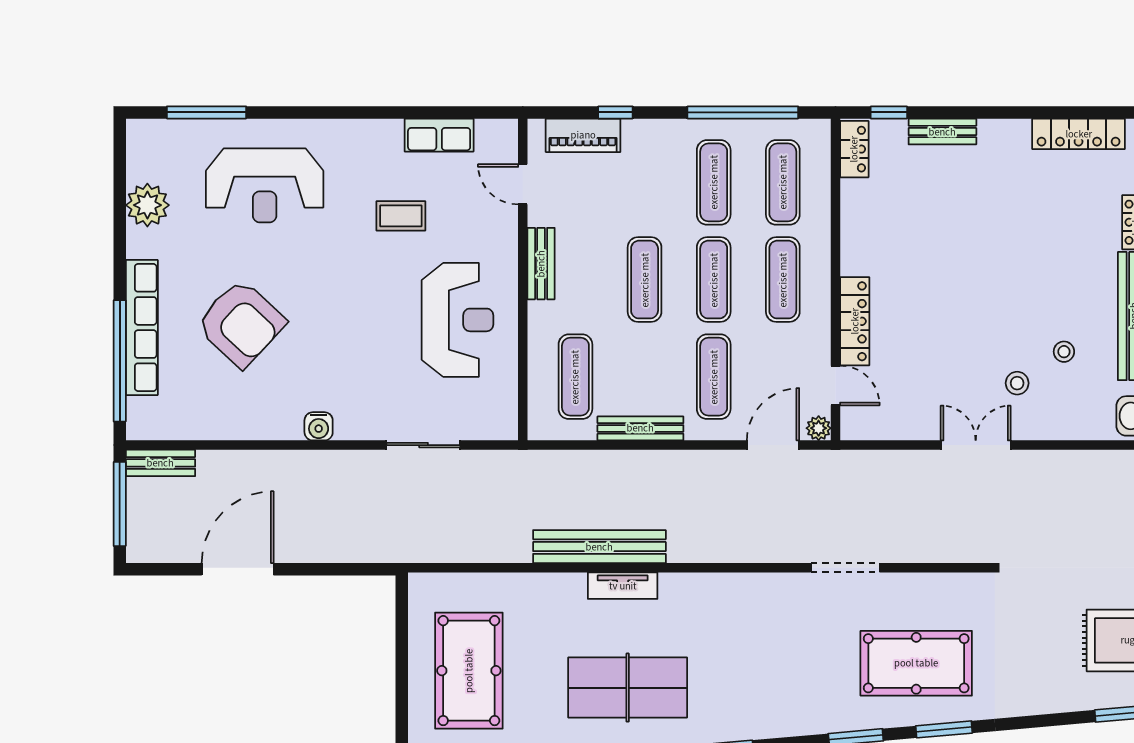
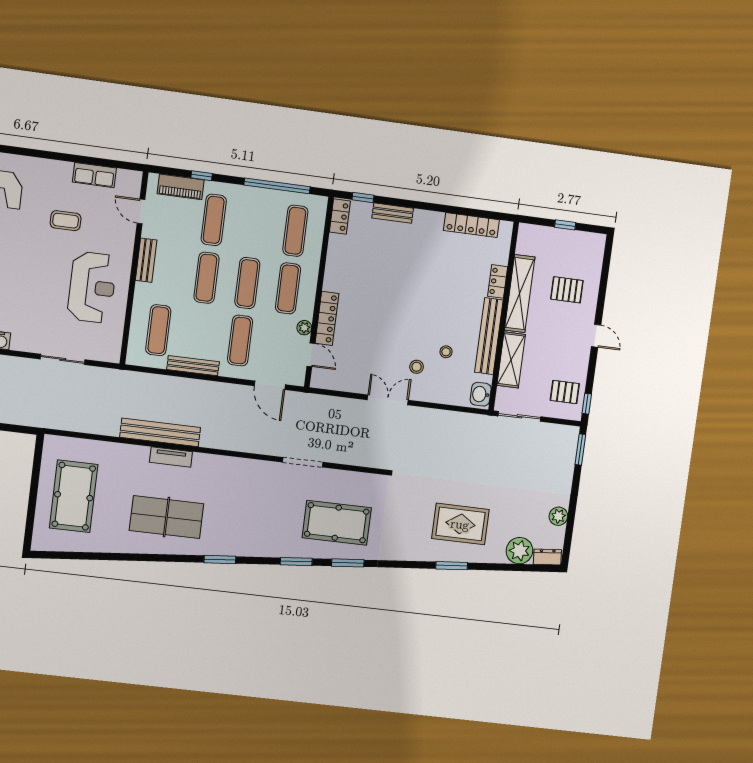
exercise mat: (714, 182) -> (214, 220), moved
plant: (819, 428) -> (304, 328), moved
door: (773, 445) -> (270, 385), swing flipped

